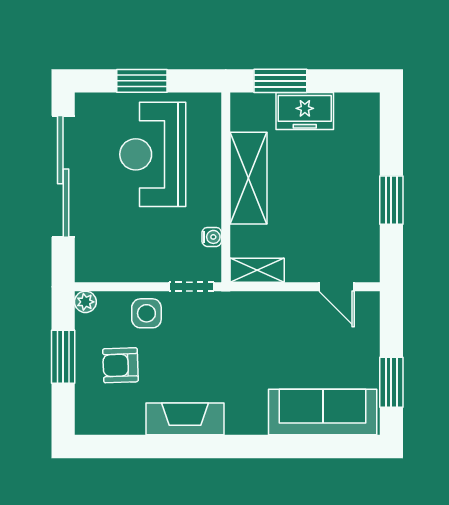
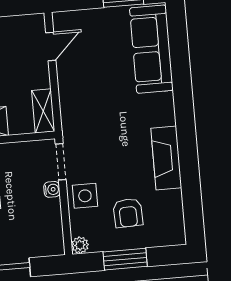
water cooler: (212, 237) -> (52, 189), moved, turned 90

